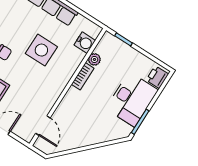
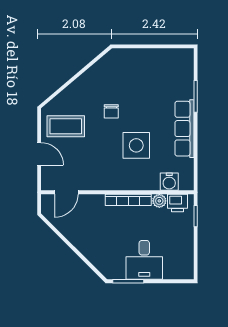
bookcase: (83, 76) -> (128, 200), width x1.56
printer: (157, 77) -> (177, 203), moved, turned 180
desk: (132, 99) -> (144, 260), width x0.73

